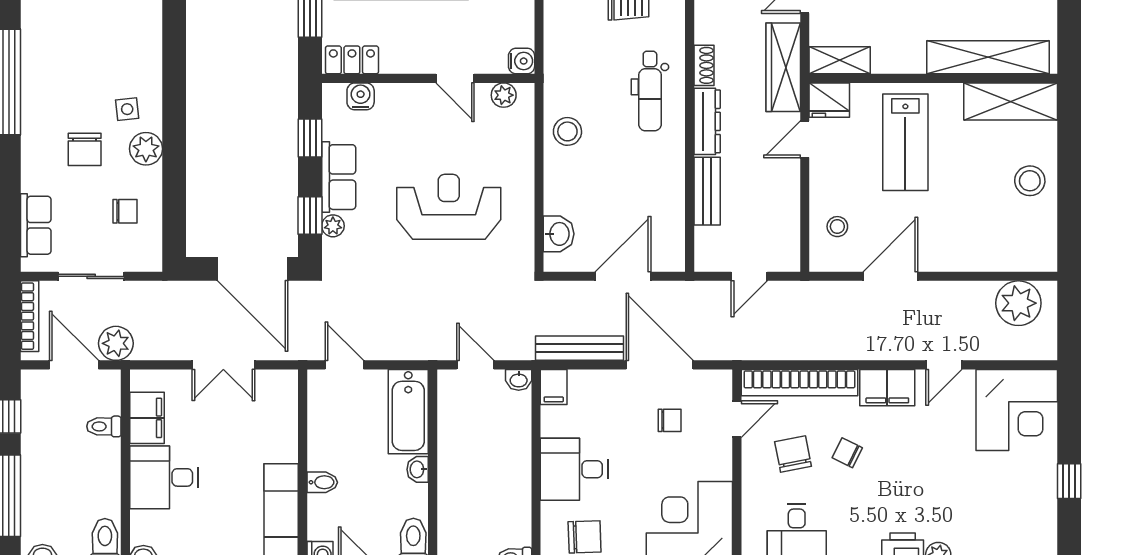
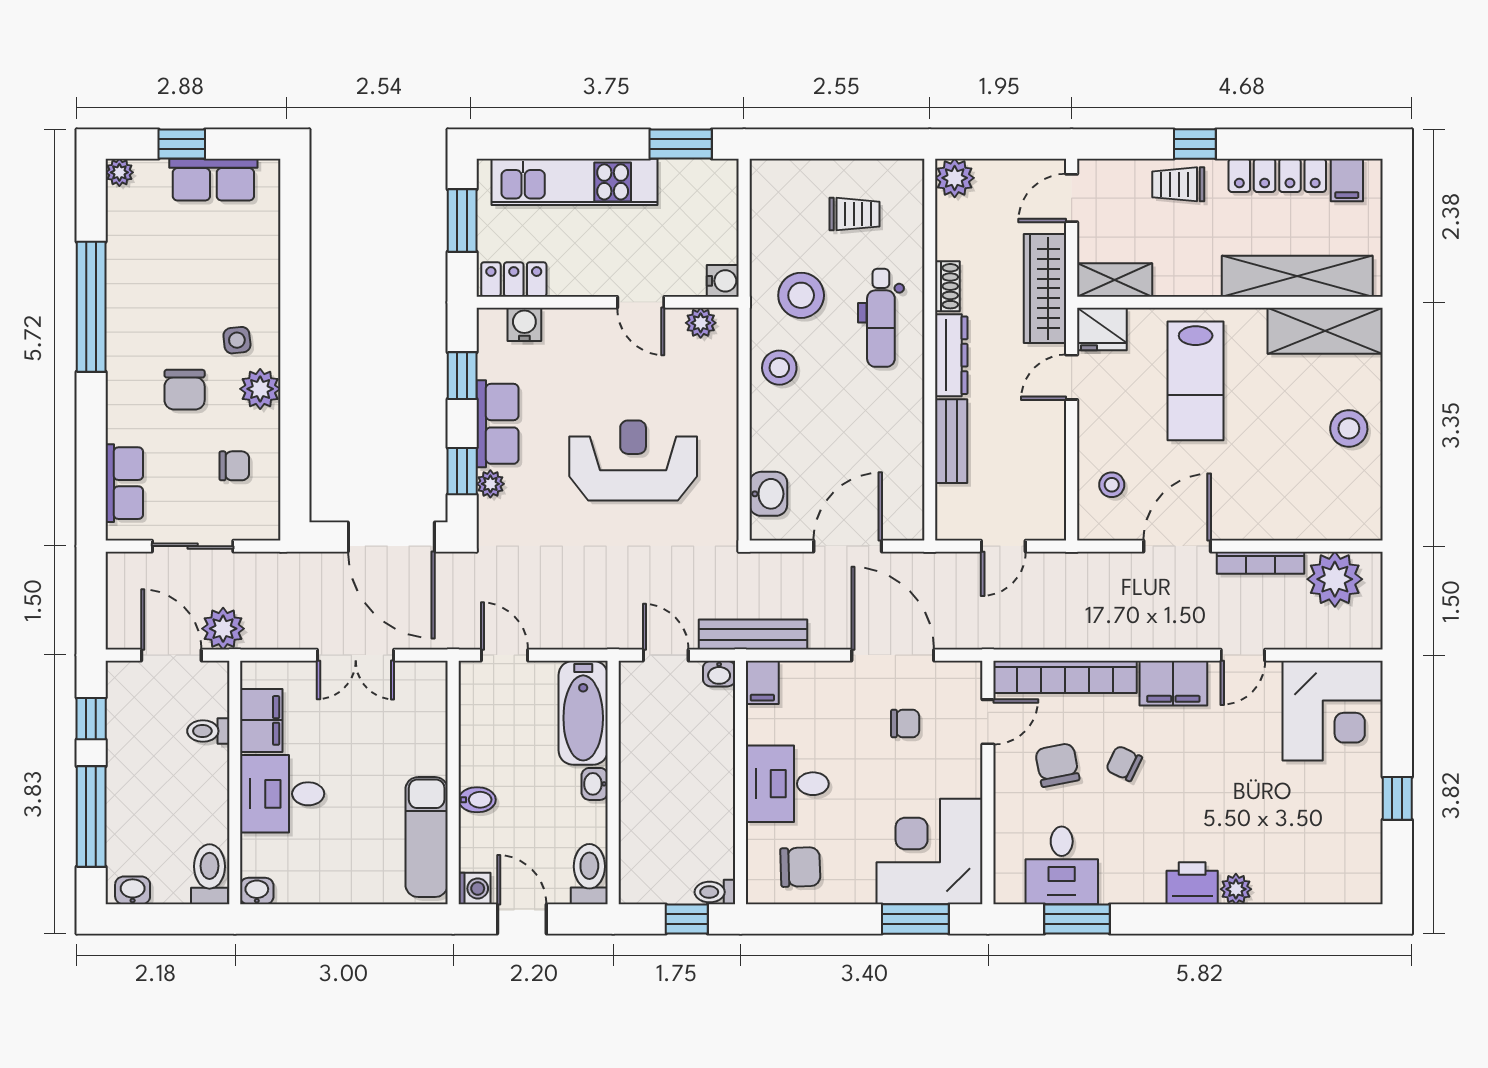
stool: (585, 73) -> (801, 295), added
bookcase: (30, 316) -> (1261, 563), moved, turned 90
bench: (580, 348) -> (753, 635), moved

